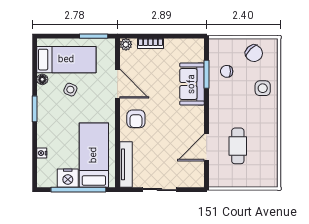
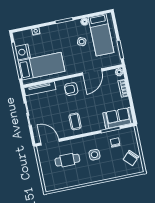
sofa: (192, 84) -> (118, 118), moved
side table: (263, 88) -> (94, 155), moved
coffee table: (184, 123) -> (75, 121), added
door: (207, 147) -> (50, 142), moved

